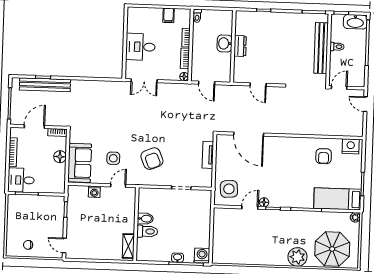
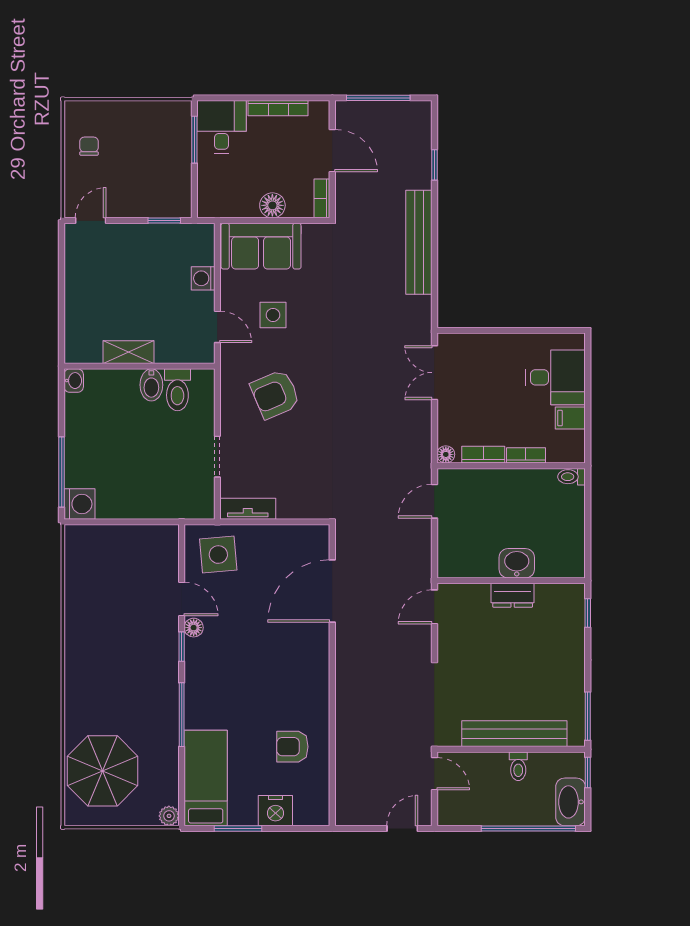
washbasin: (225, 43) -> (517, 563), moved
wall: (233, 46) -> (511, 581), moved
dresser: (240, 46) -> (513, 595), moved
desk: (140, 47) -> (556, 377), moved, turned 90
bench: (45, 85) -> (419, 242), moved
nightstand: (351, 146) -> (275, 811), moved, turned 90
tv unit: (208, 155) -> (248, 509), moved
toilet: (147, 231) -> (177, 390), moved
shelving: (128, 246) -> (129, 352), moved
plant: (297, 257) -> (84, 700), removed
washbasin: (178, 258) -> (74, 381), moved

